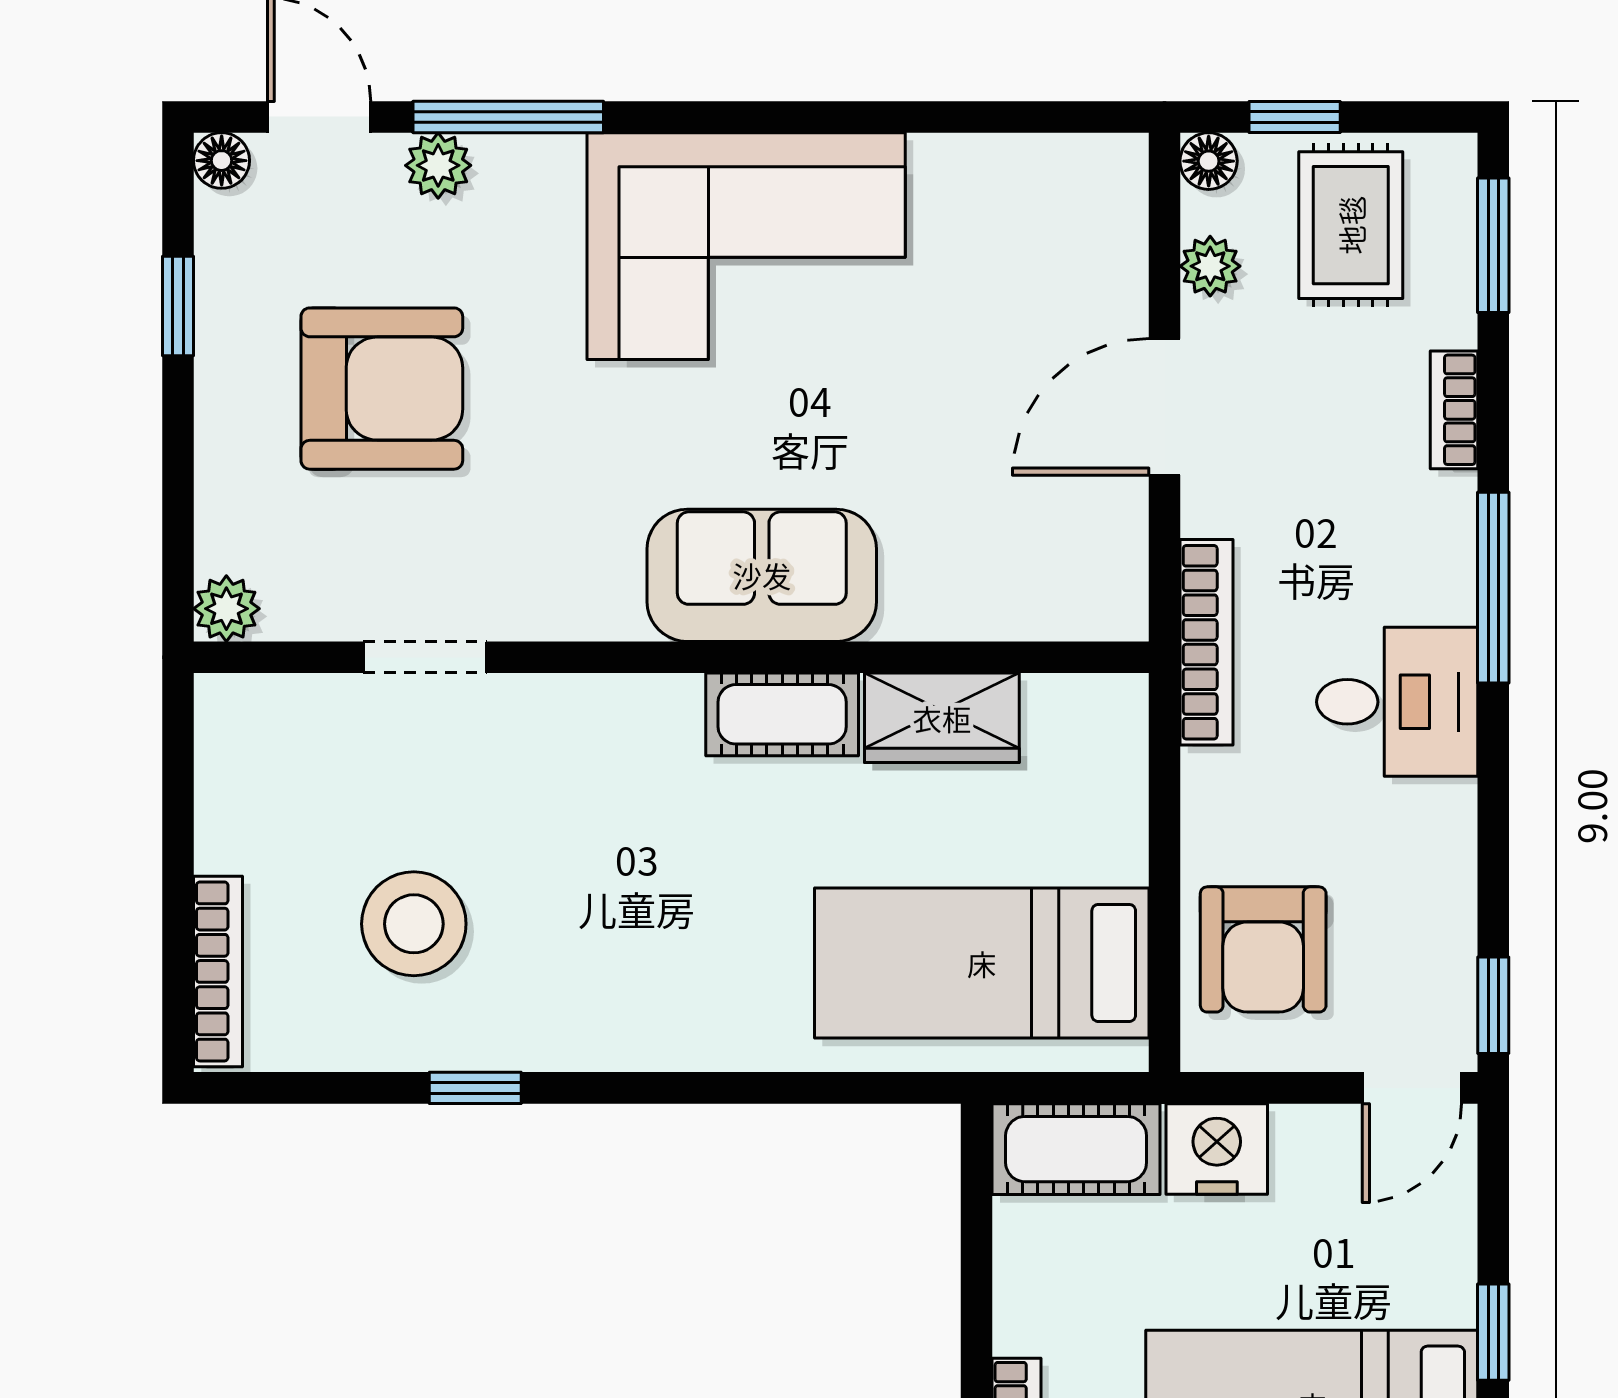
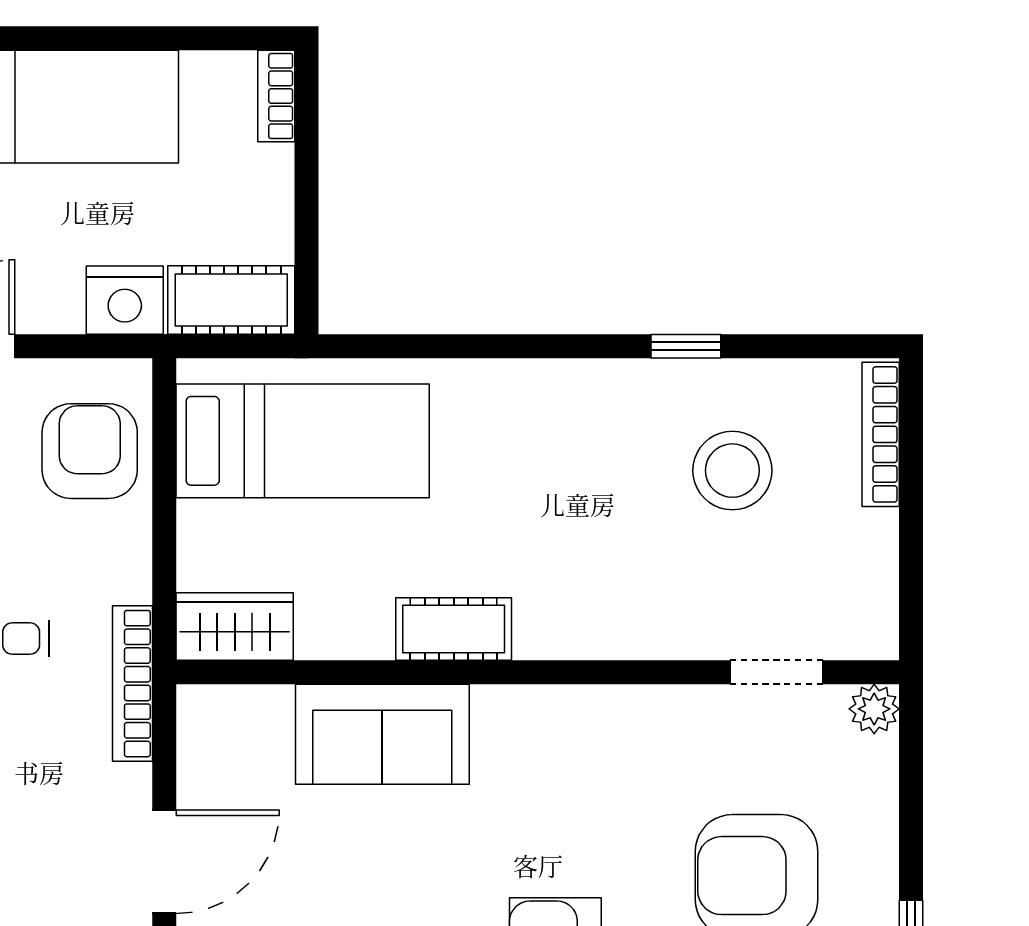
sofa: (762, 575) -> (382, 734), moved
doorway: (425, 657) -> (777, 672), moved
wardrobe: (942, 718) -> (235, 626), moved

